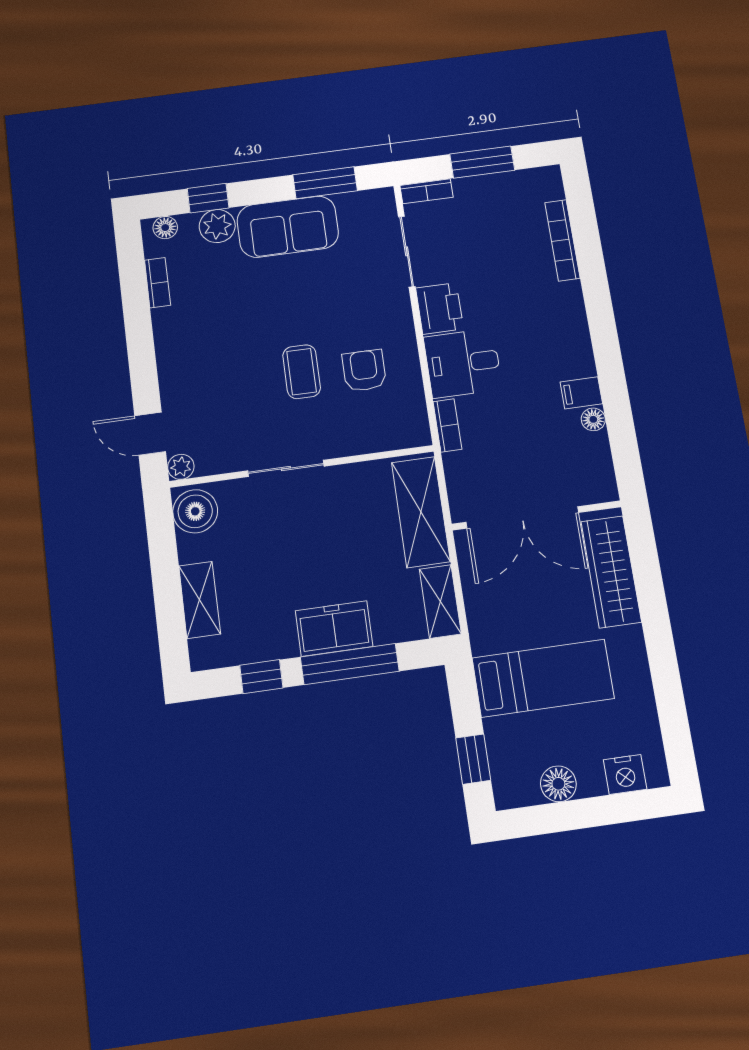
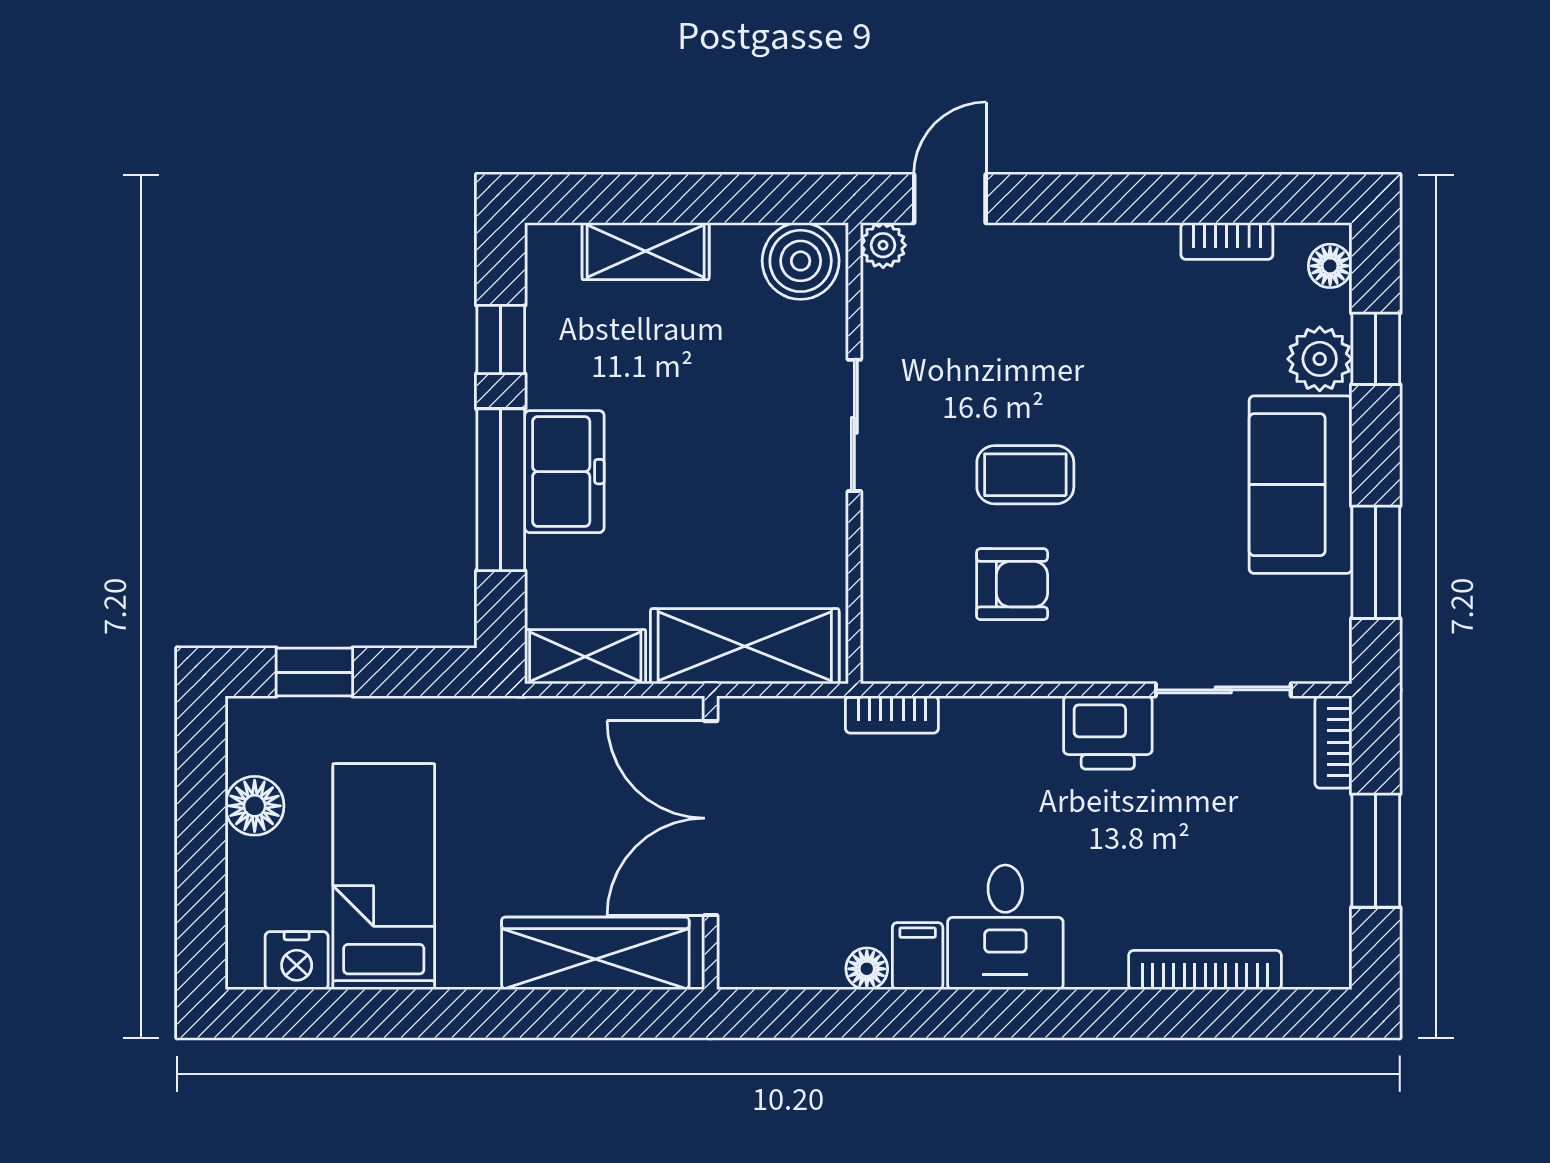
desk: (463, 363) -> (1005, 927), moved, turned 180
bed: (543, 678) -> (384, 877), moved, turned 180
nightstand: (625, 774) -> (297, 961), moved, turned -90

